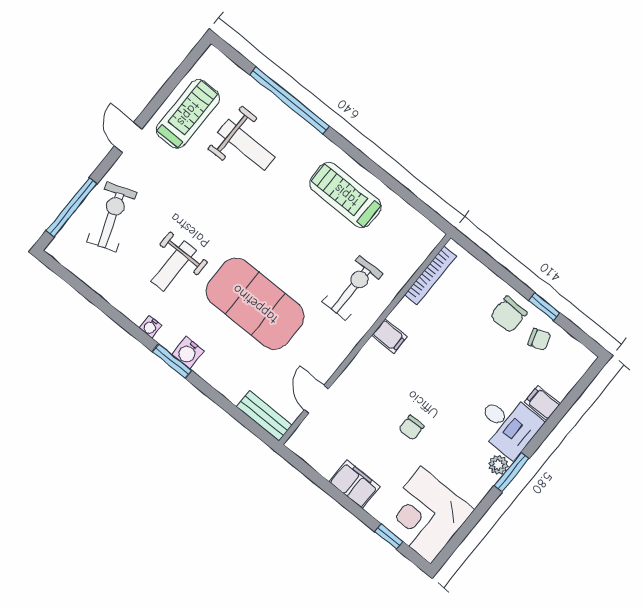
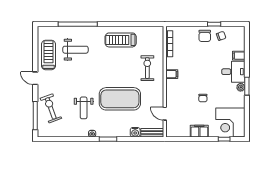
water cooler: (188, 353) -> (135, 132), moved

